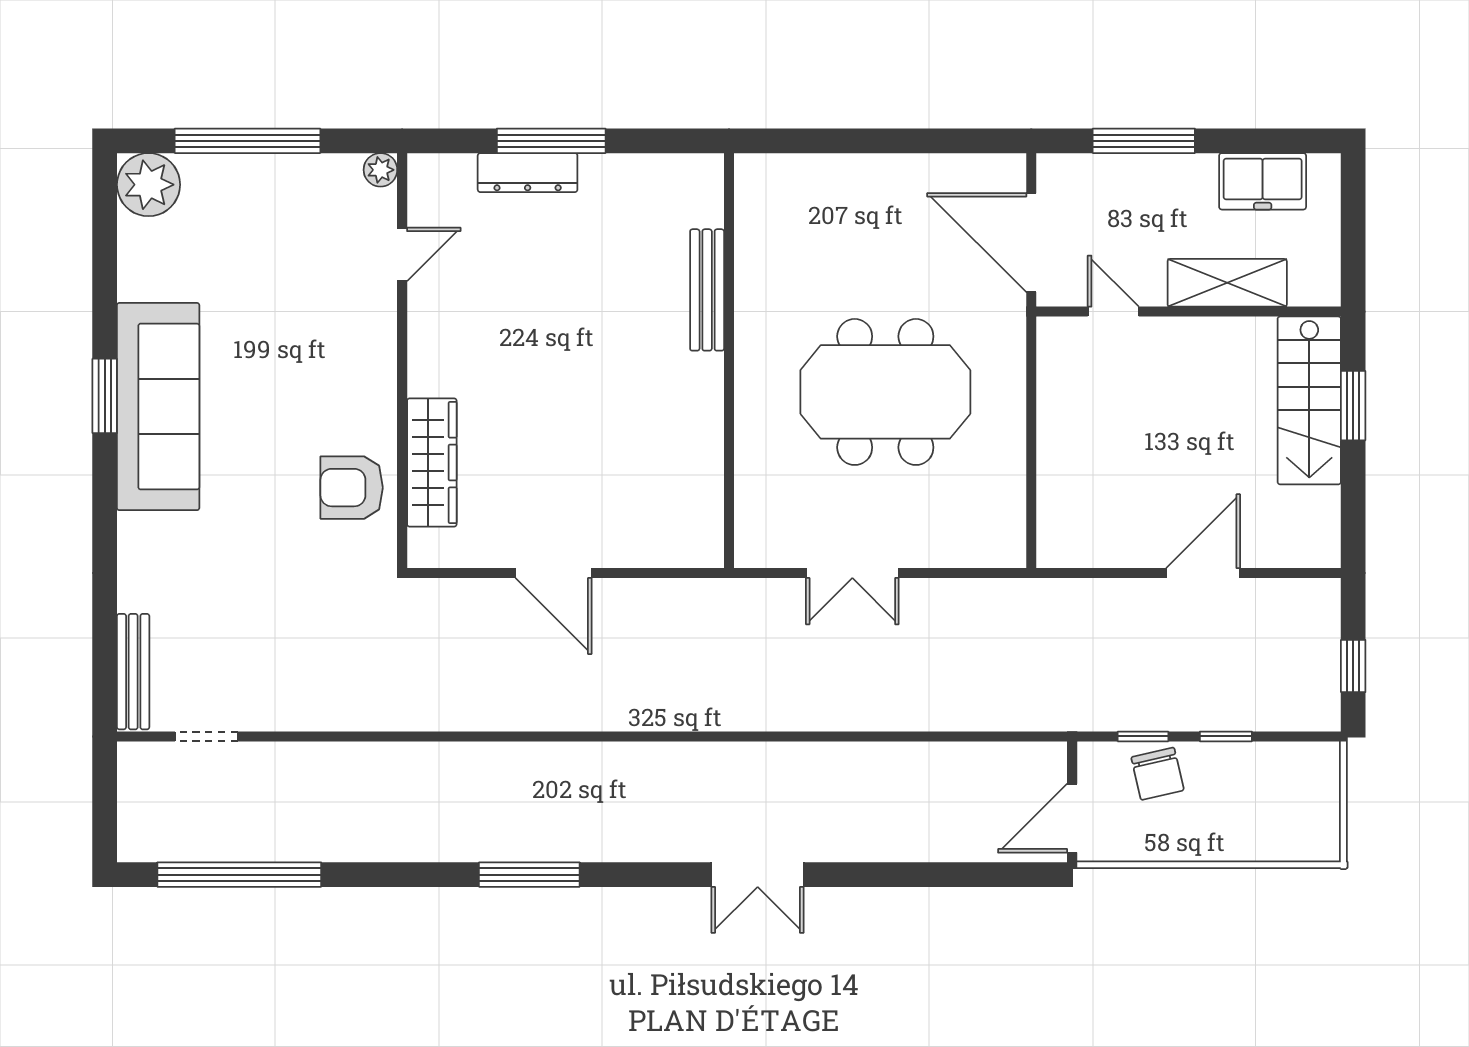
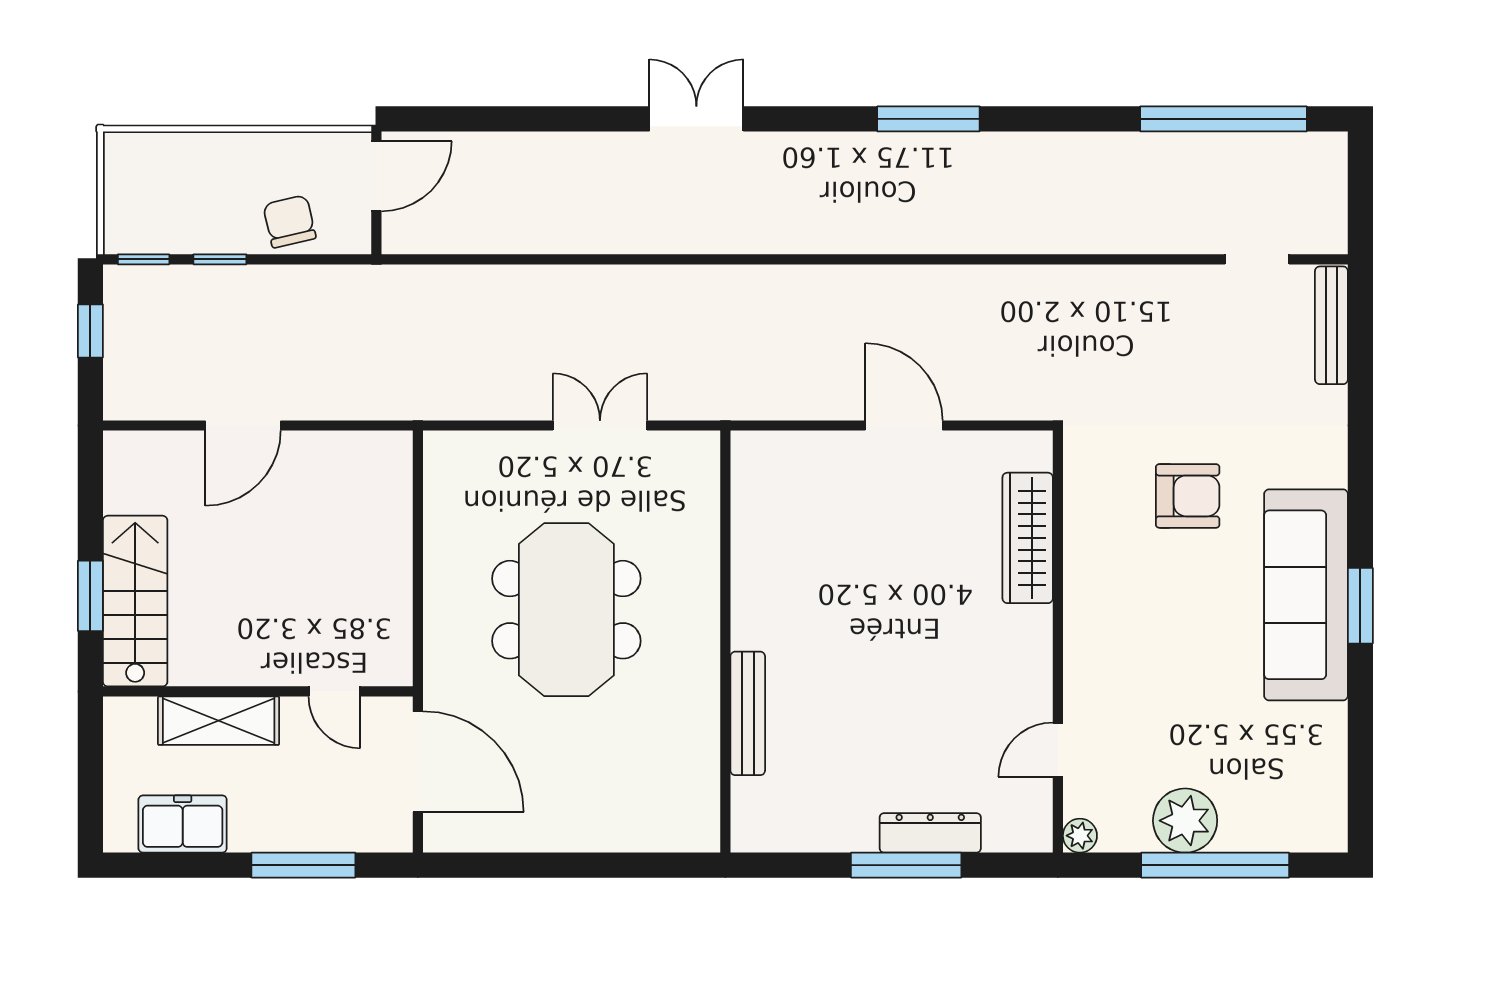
plant: (149, 185) -> (1185, 821), moved
meeting table: (885, 392) -> (566, 610), turned 90
armchair: (352, 488) -> (1188, 496), moved
window: (1143, 736) -> (144, 259), moved

